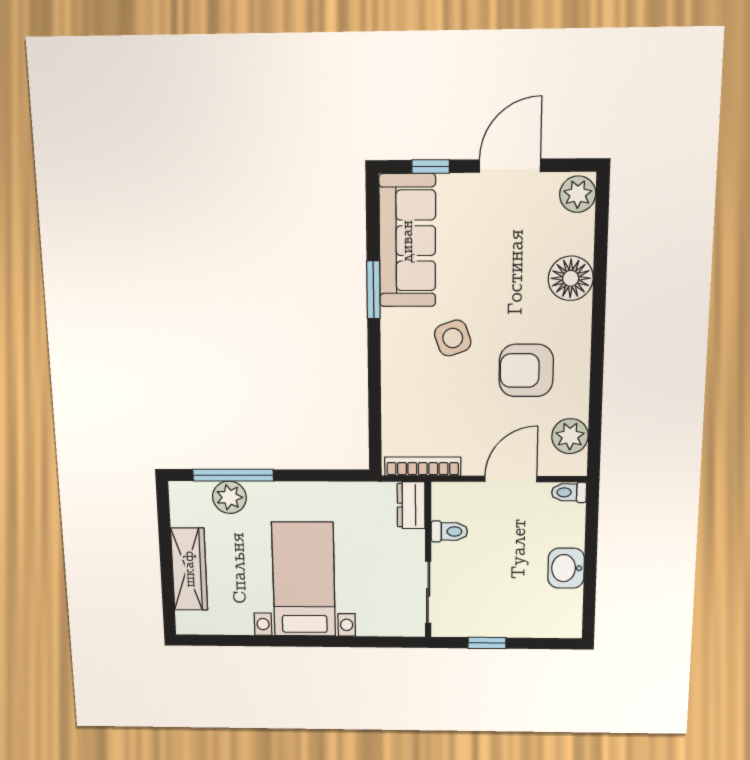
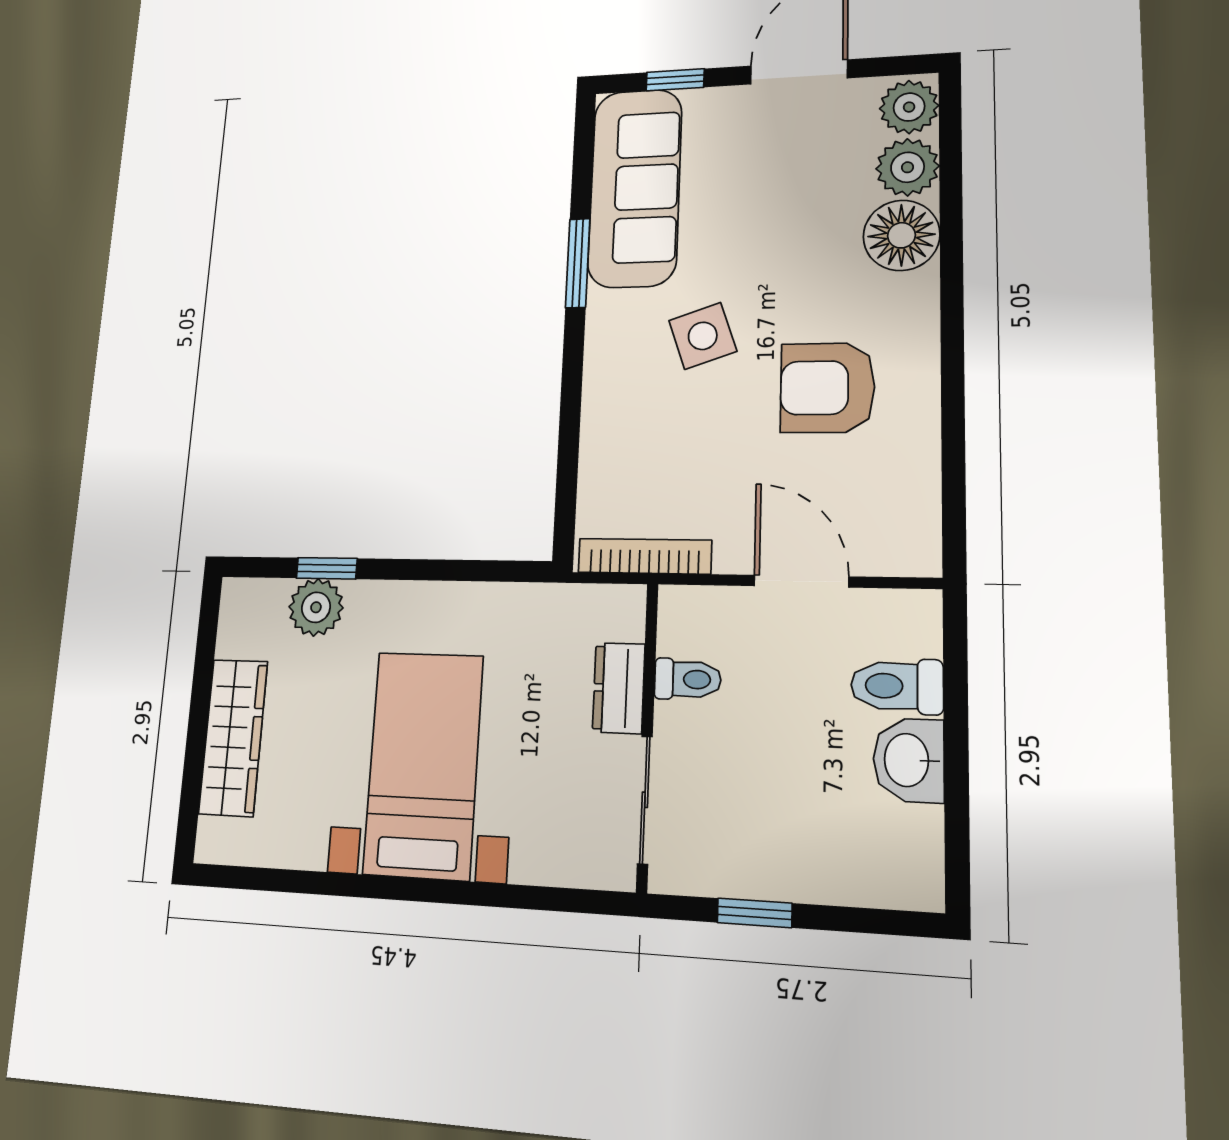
plant: (570, 436) -> (908, 167), moved
window: (233, 475) -> (327, 568), width x0.46
door: (511, 479) -> (801, 581), hinge flipped
toilet: (569, 492) -> (897, 686), moved, width x1.37, depth x1.39
dresser: (411, 505) -> (619, 688), moved

